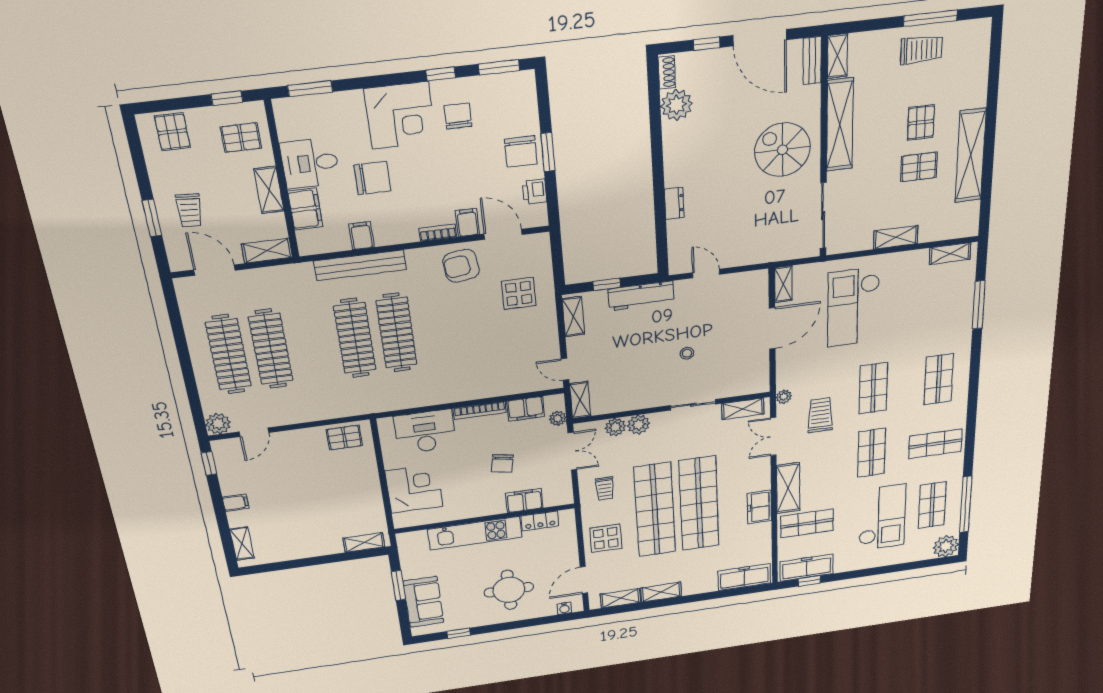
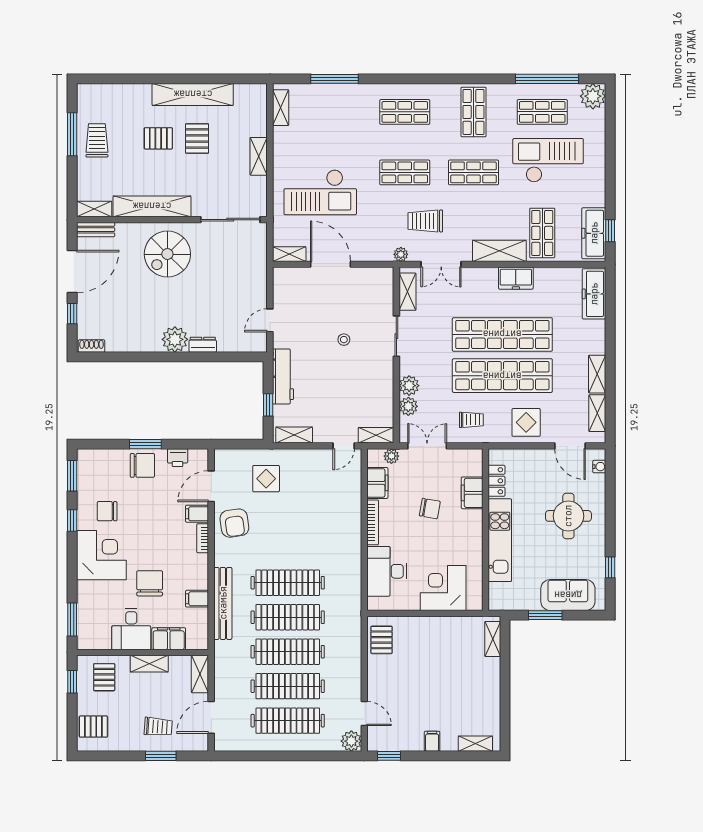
plant: (676, 105) -> (175, 339), moved
clothes rail: (313, 344) -> (288, 652), added

